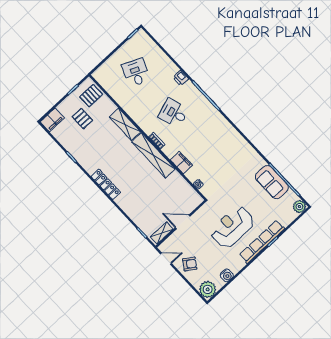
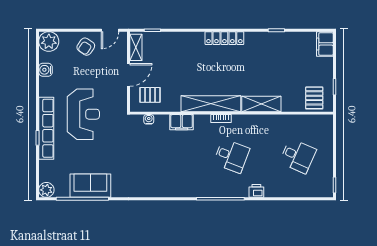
desk: (174, 113) -> (231, 156), turned 39
pallet: (82, 119) -> (150, 95), moved

